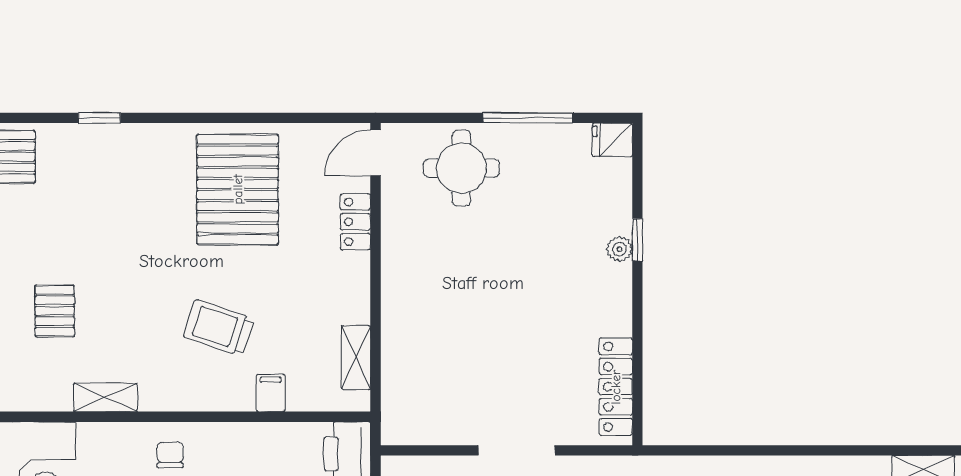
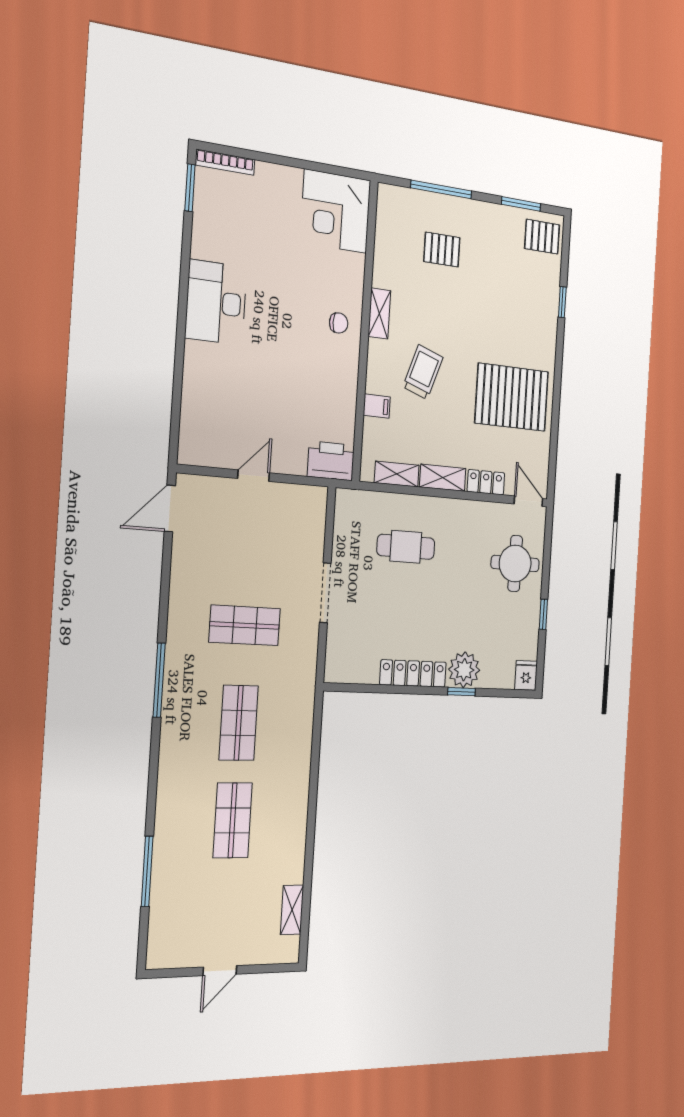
window: (528, 118) -> (543, 614), width x0.46
plant: (619, 249) -> (464, 670), width x1.88, depth x1.88
shelving: (355, 288) -> (443, 478), added
cafe table: (450, 337) -> (406, 547), added
locker: (616, 387) -> (413, 673), moved
shelving: (105, 397) -> (379, 313), moved

